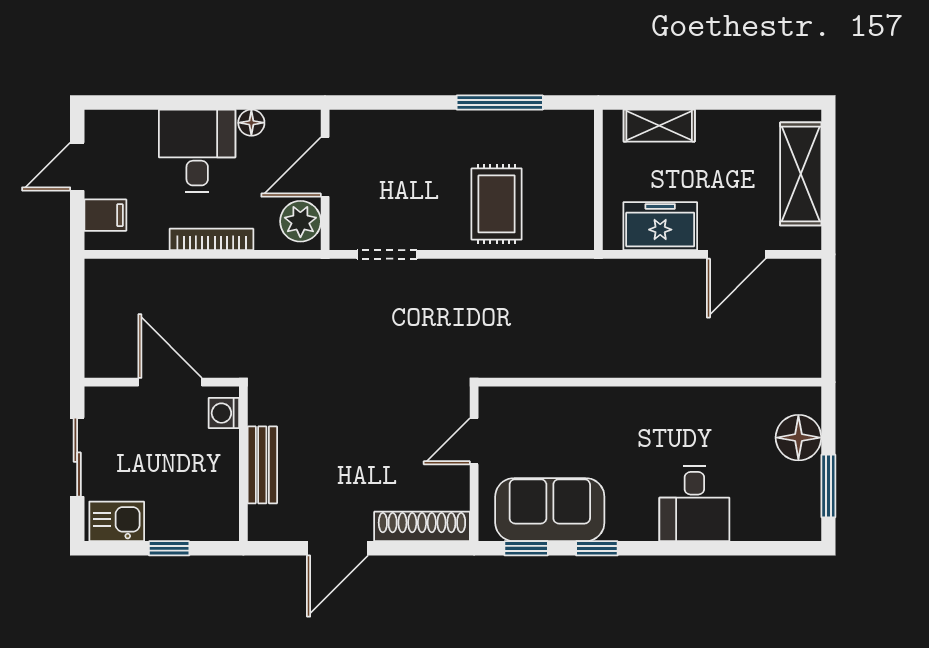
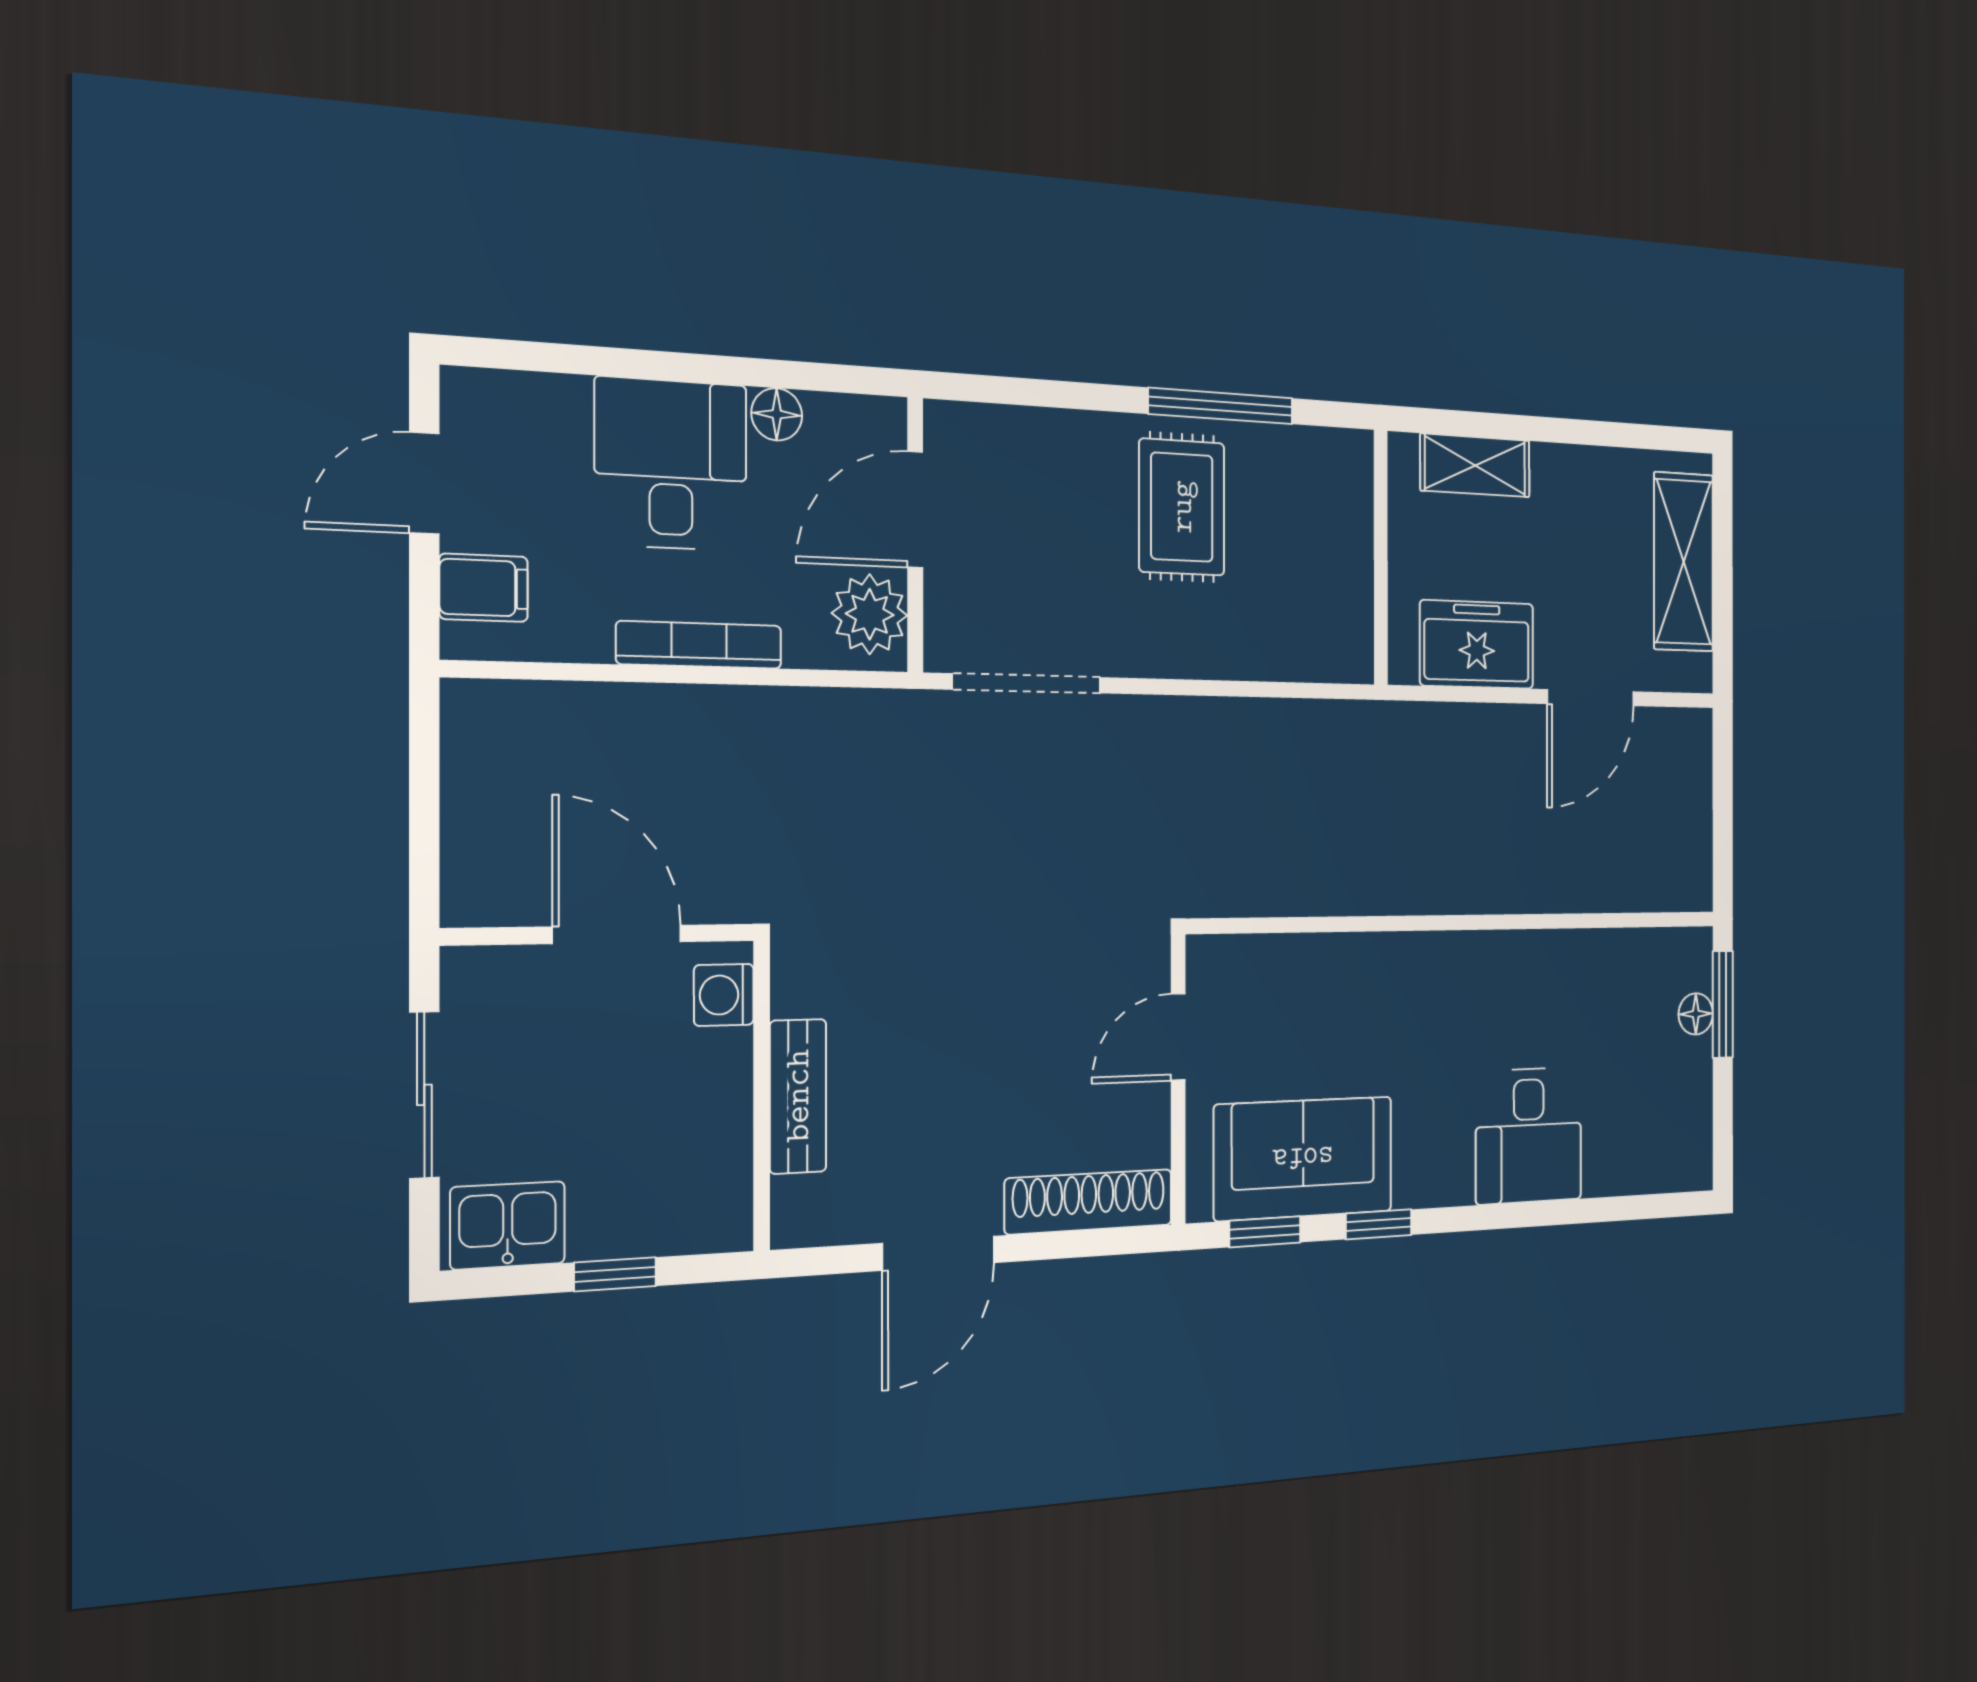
rug: (497, 204) -> (1182, 507), moved
doorway: (387, 254) -> (1027, 683), width x1.38
floor lamp: (798, 438) -> (1696, 1014), width x0.53, depth x0.53
window: (828, 486) -> (1723, 1004), moved

